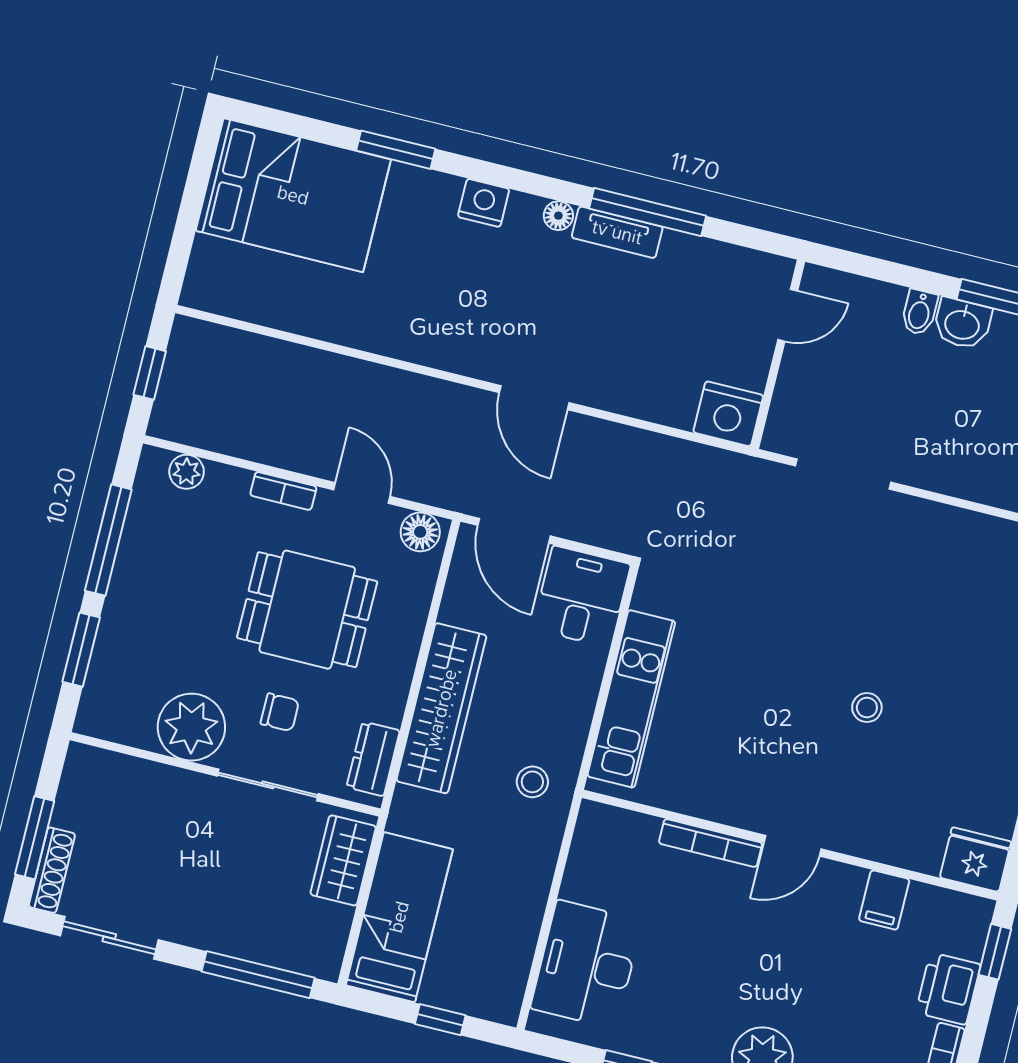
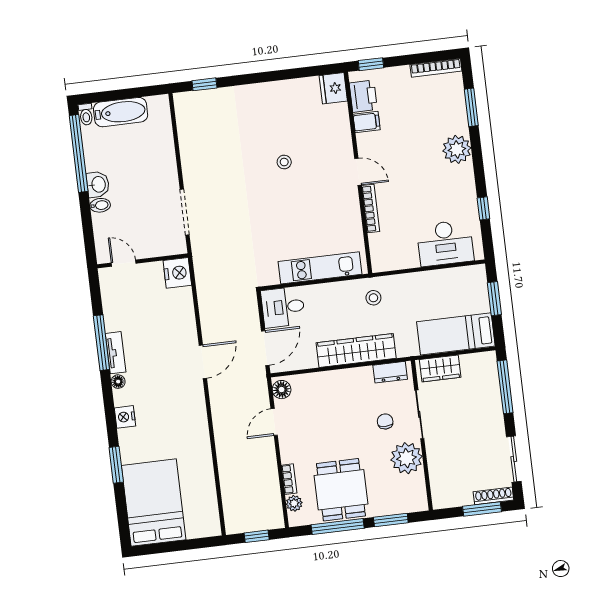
bookcase: (283, 491) -> (289, 479), moved
dining table: (307, 610) -> (341, 490), moved
printer: (948, 989) -> (363, 96), moved, turned -90
window: (440, 1020) -> (494, 299), width x1.50

